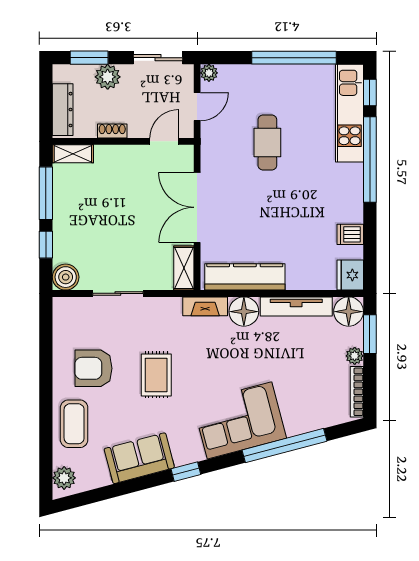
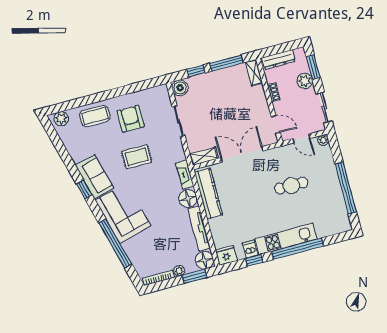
window: (370, 92) -> (254, 260), moved
kitchen unit: (350, 113) -> (286, 239), moved
sofa: (139, 458) -> (95, 177), moved

